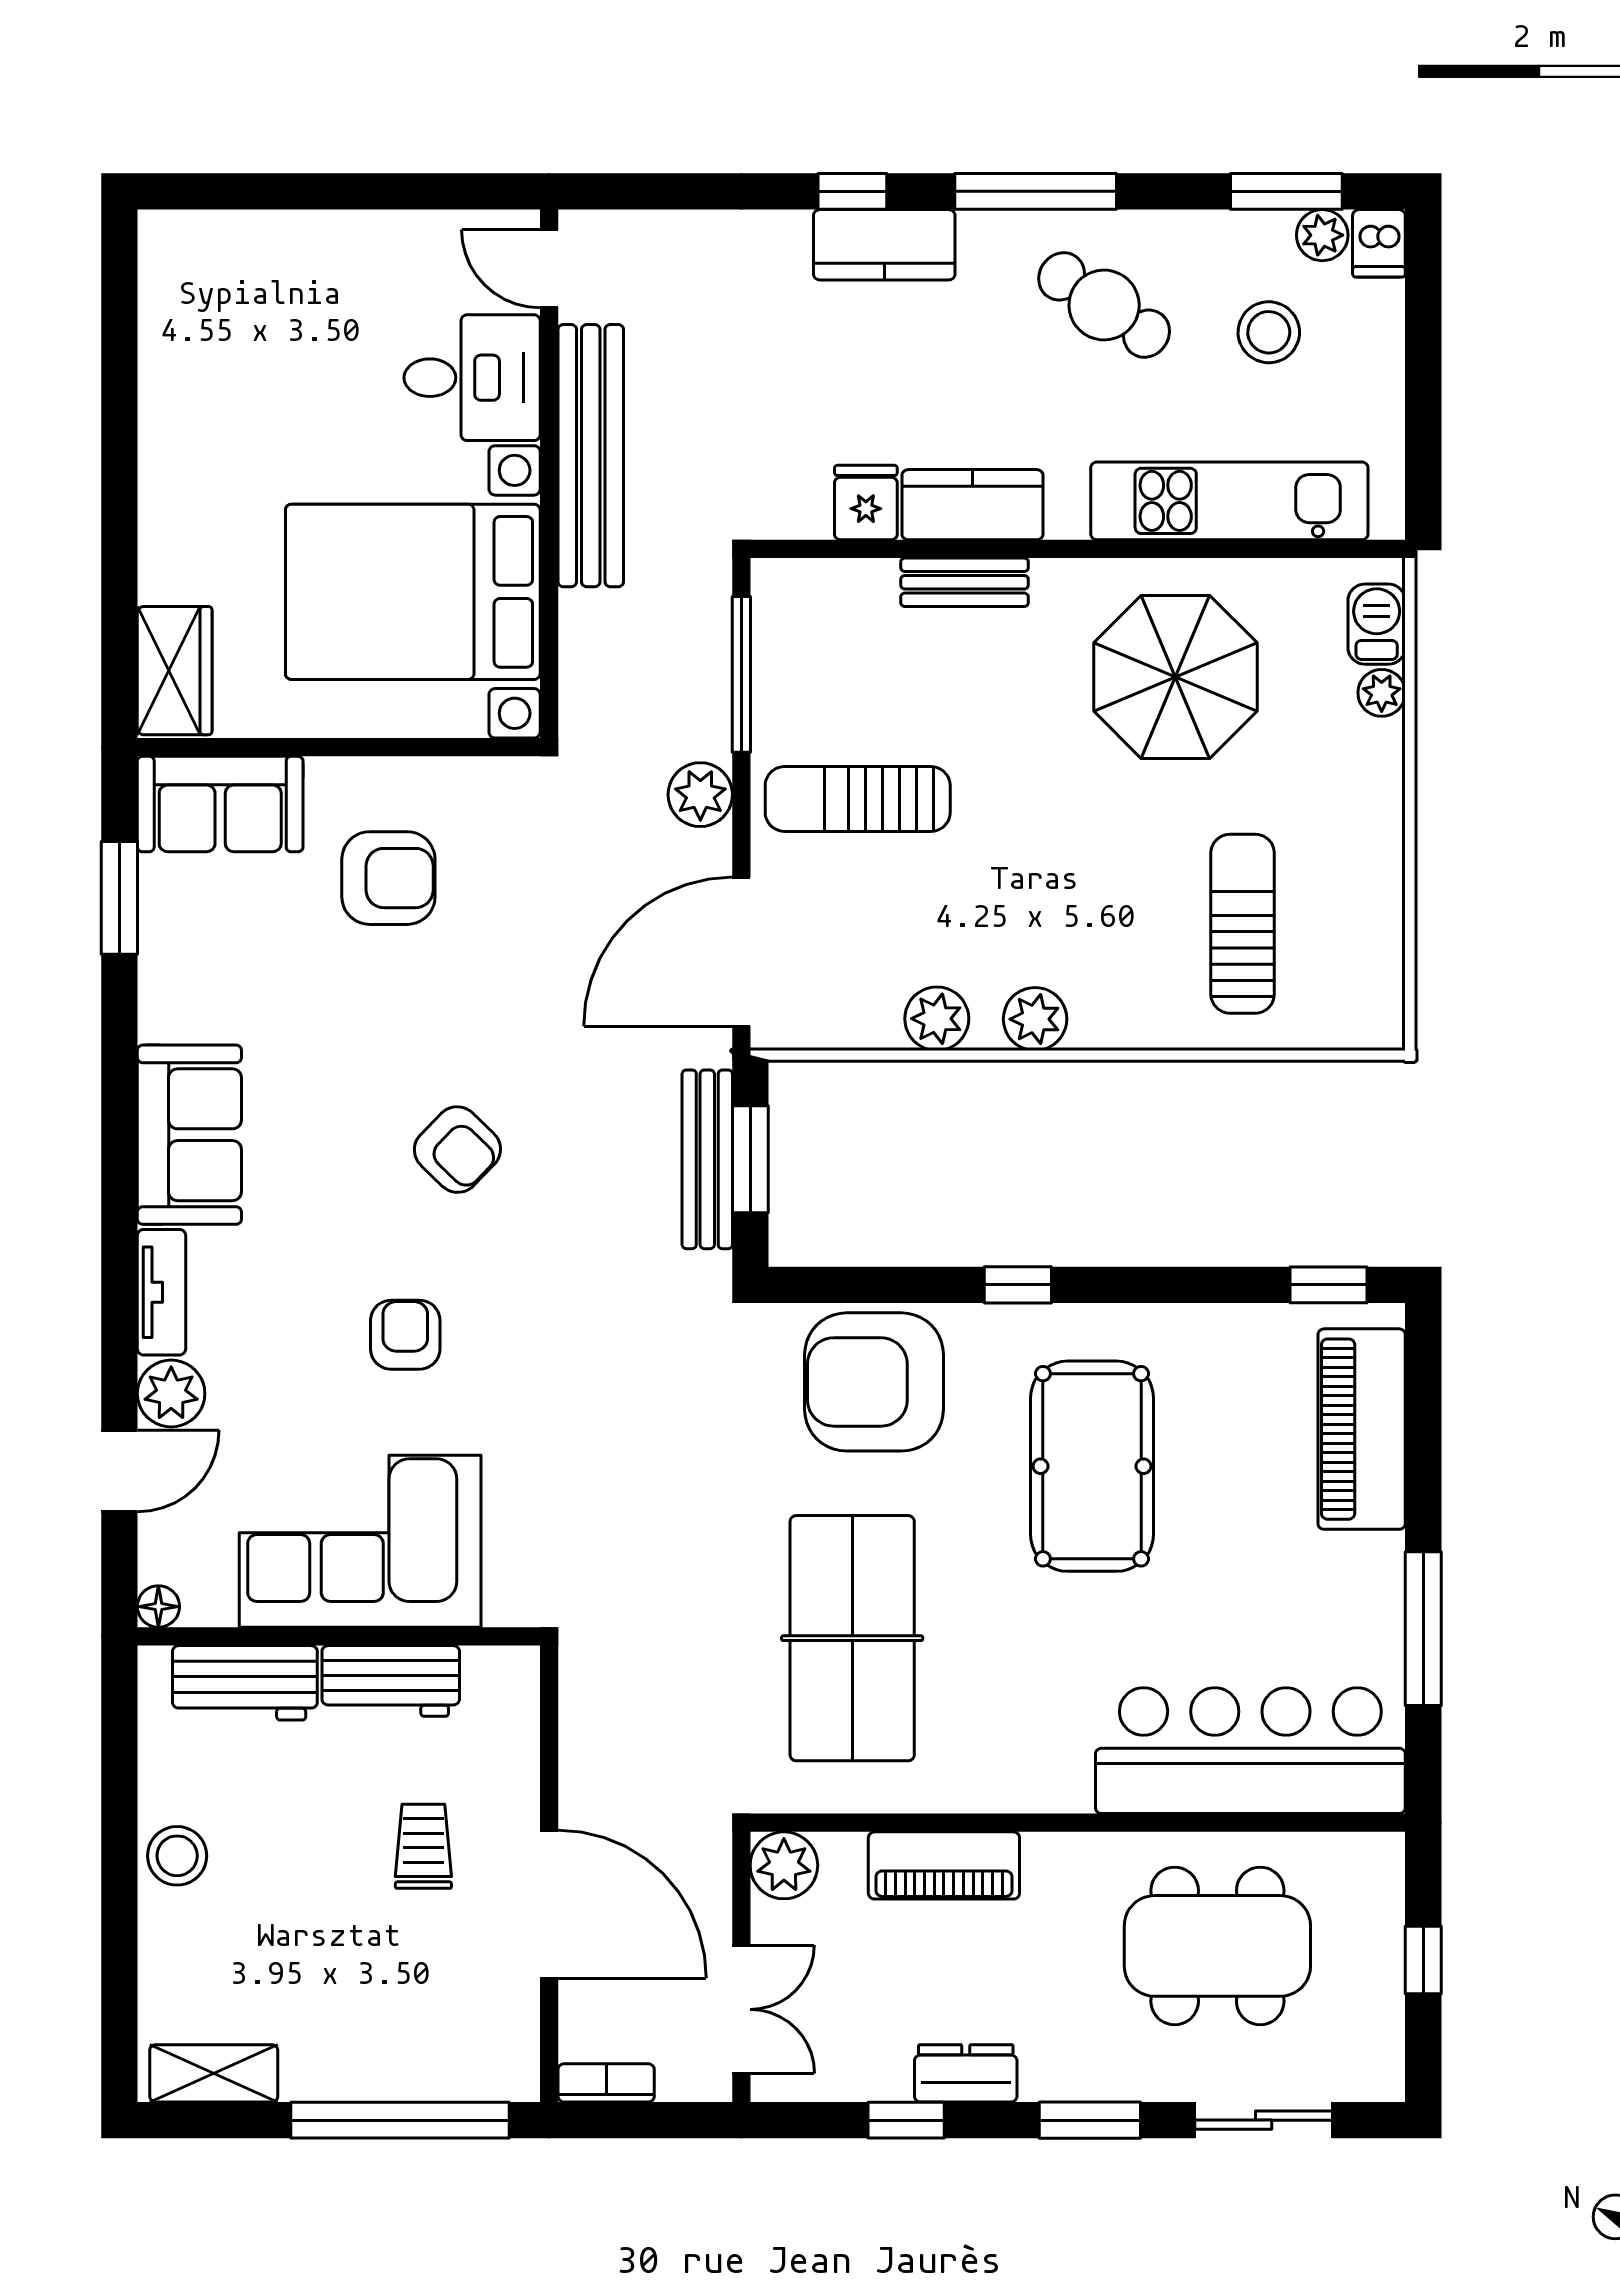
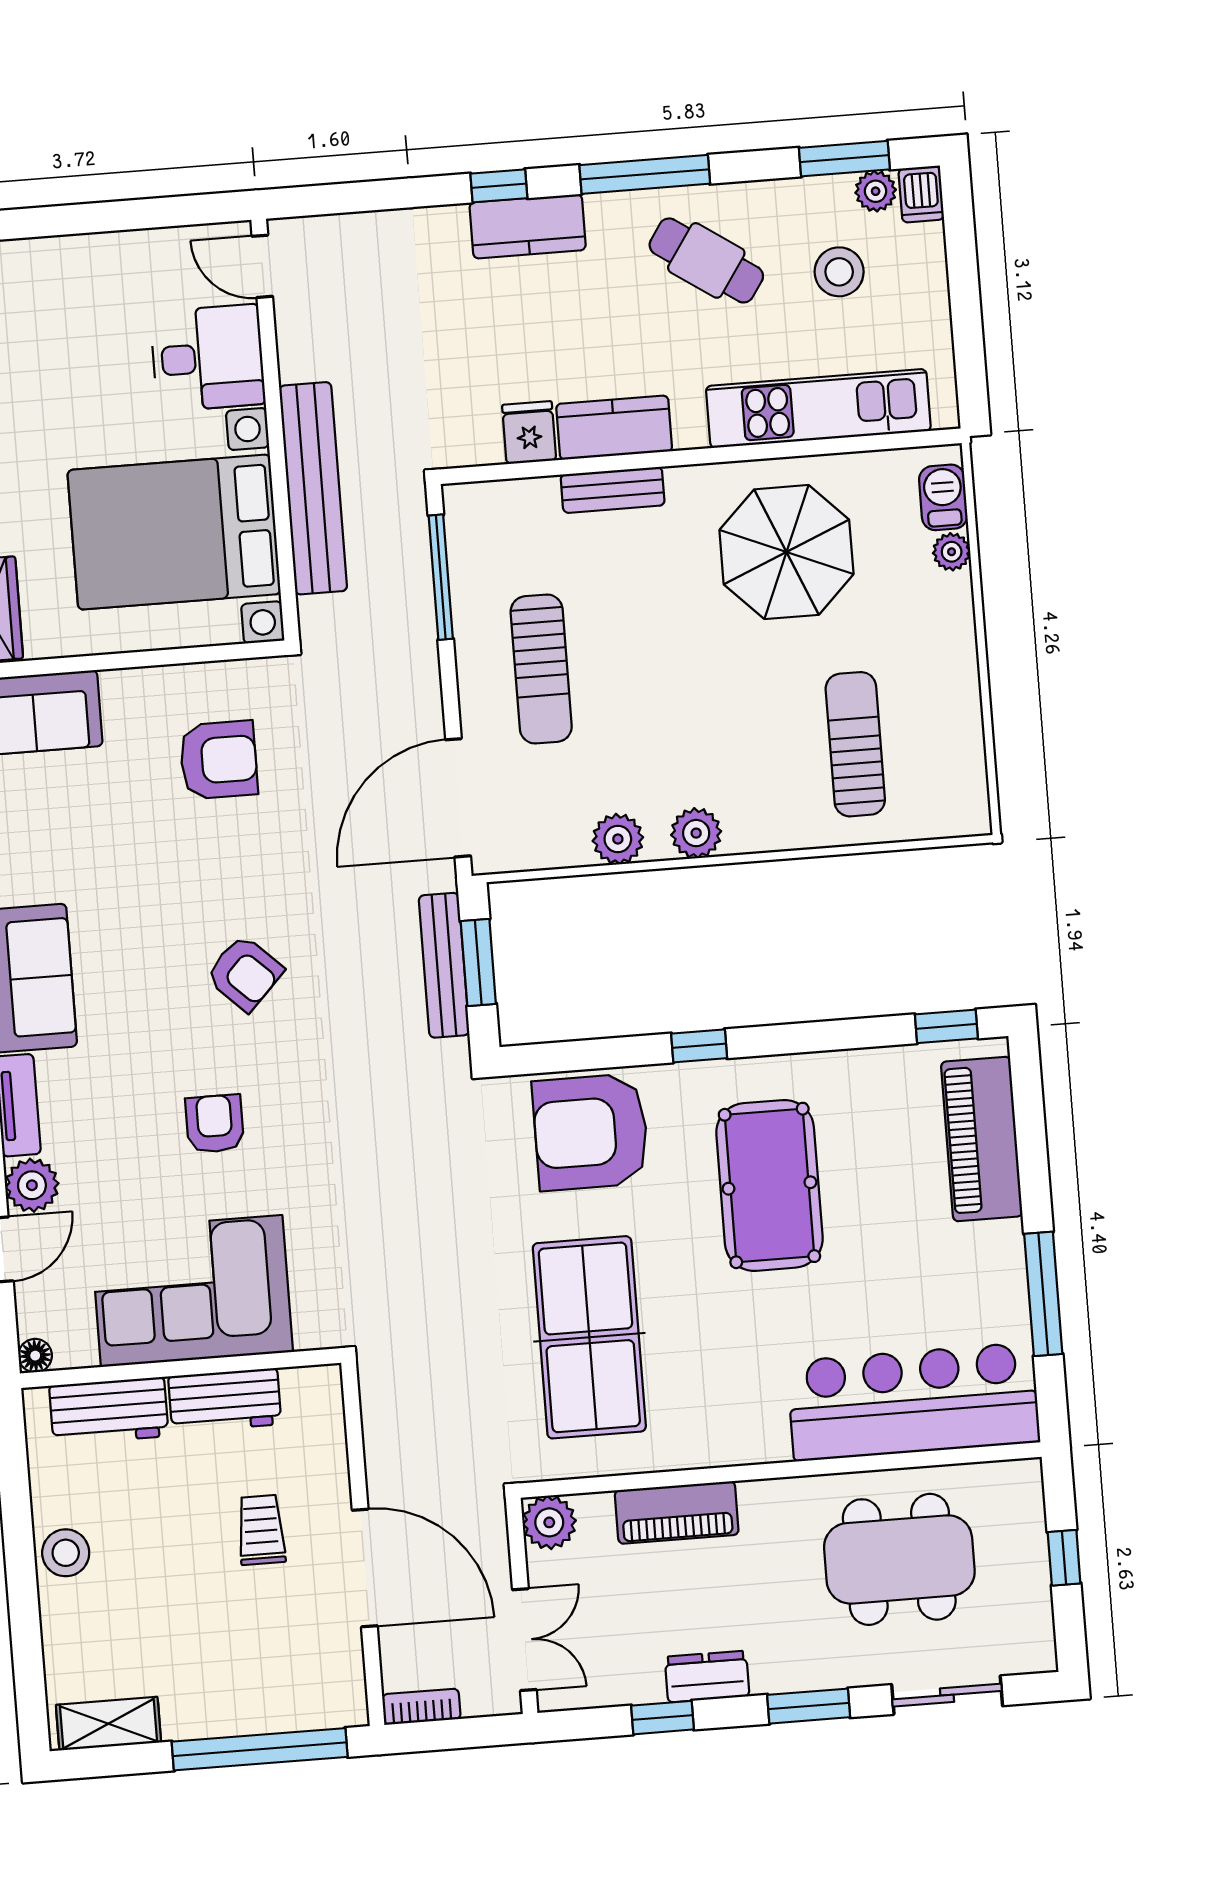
bench: (591, 456) -> (313, 488), moved
plant: (700, 795) -> (416, 675), removed
sun lounger: (858, 799) -> (541, 669), turned -90
armchair: (388, 878) -> (219, 760), moved

